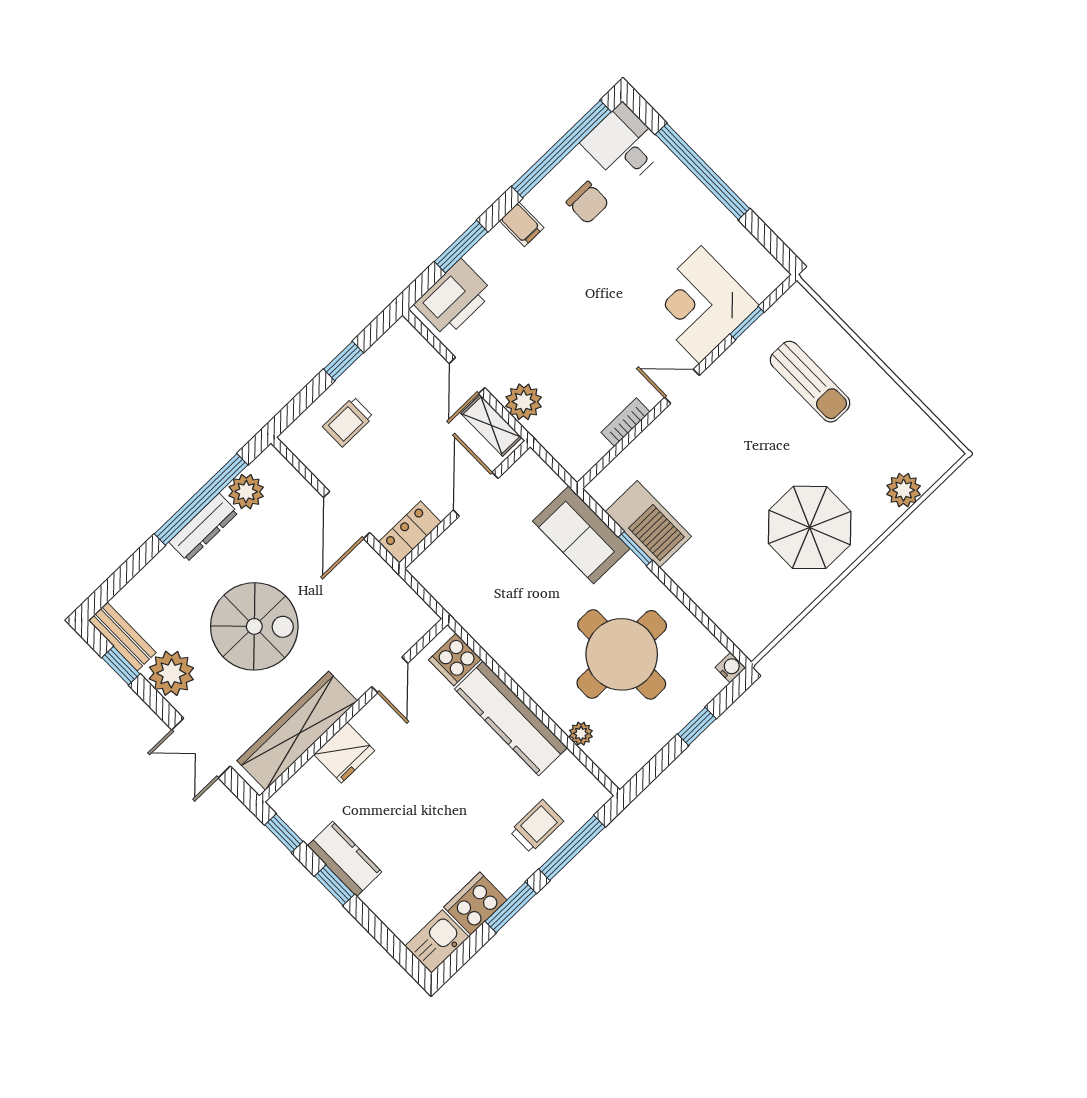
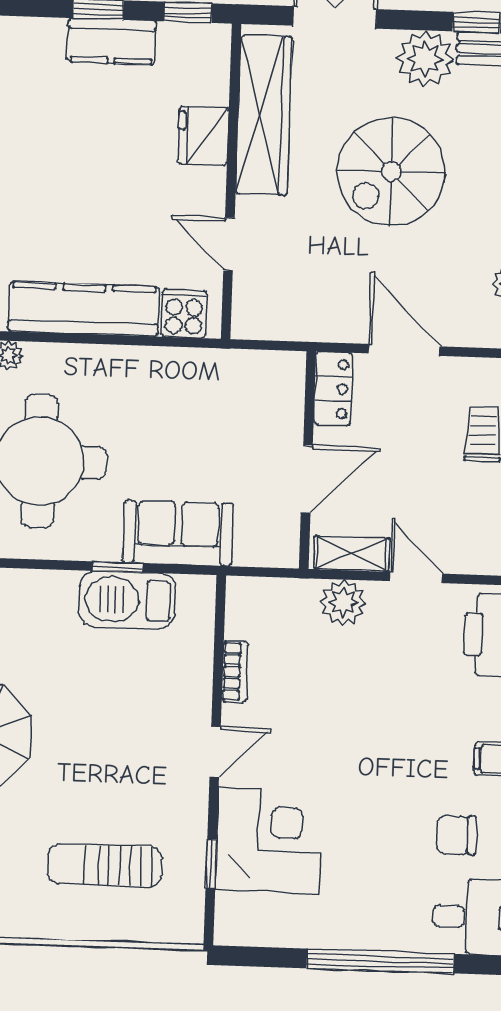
door: (476, 494) -> (307, 479), hinge flipped

